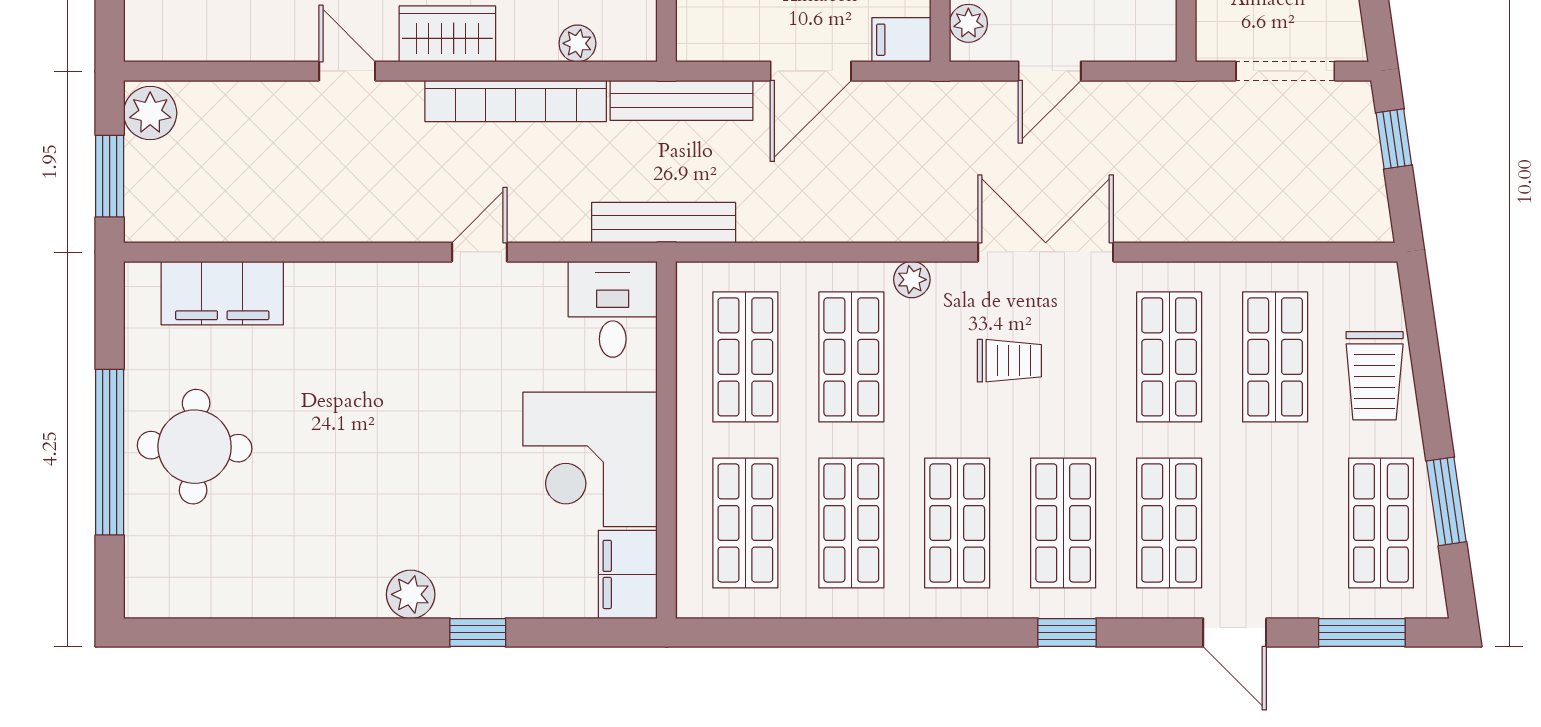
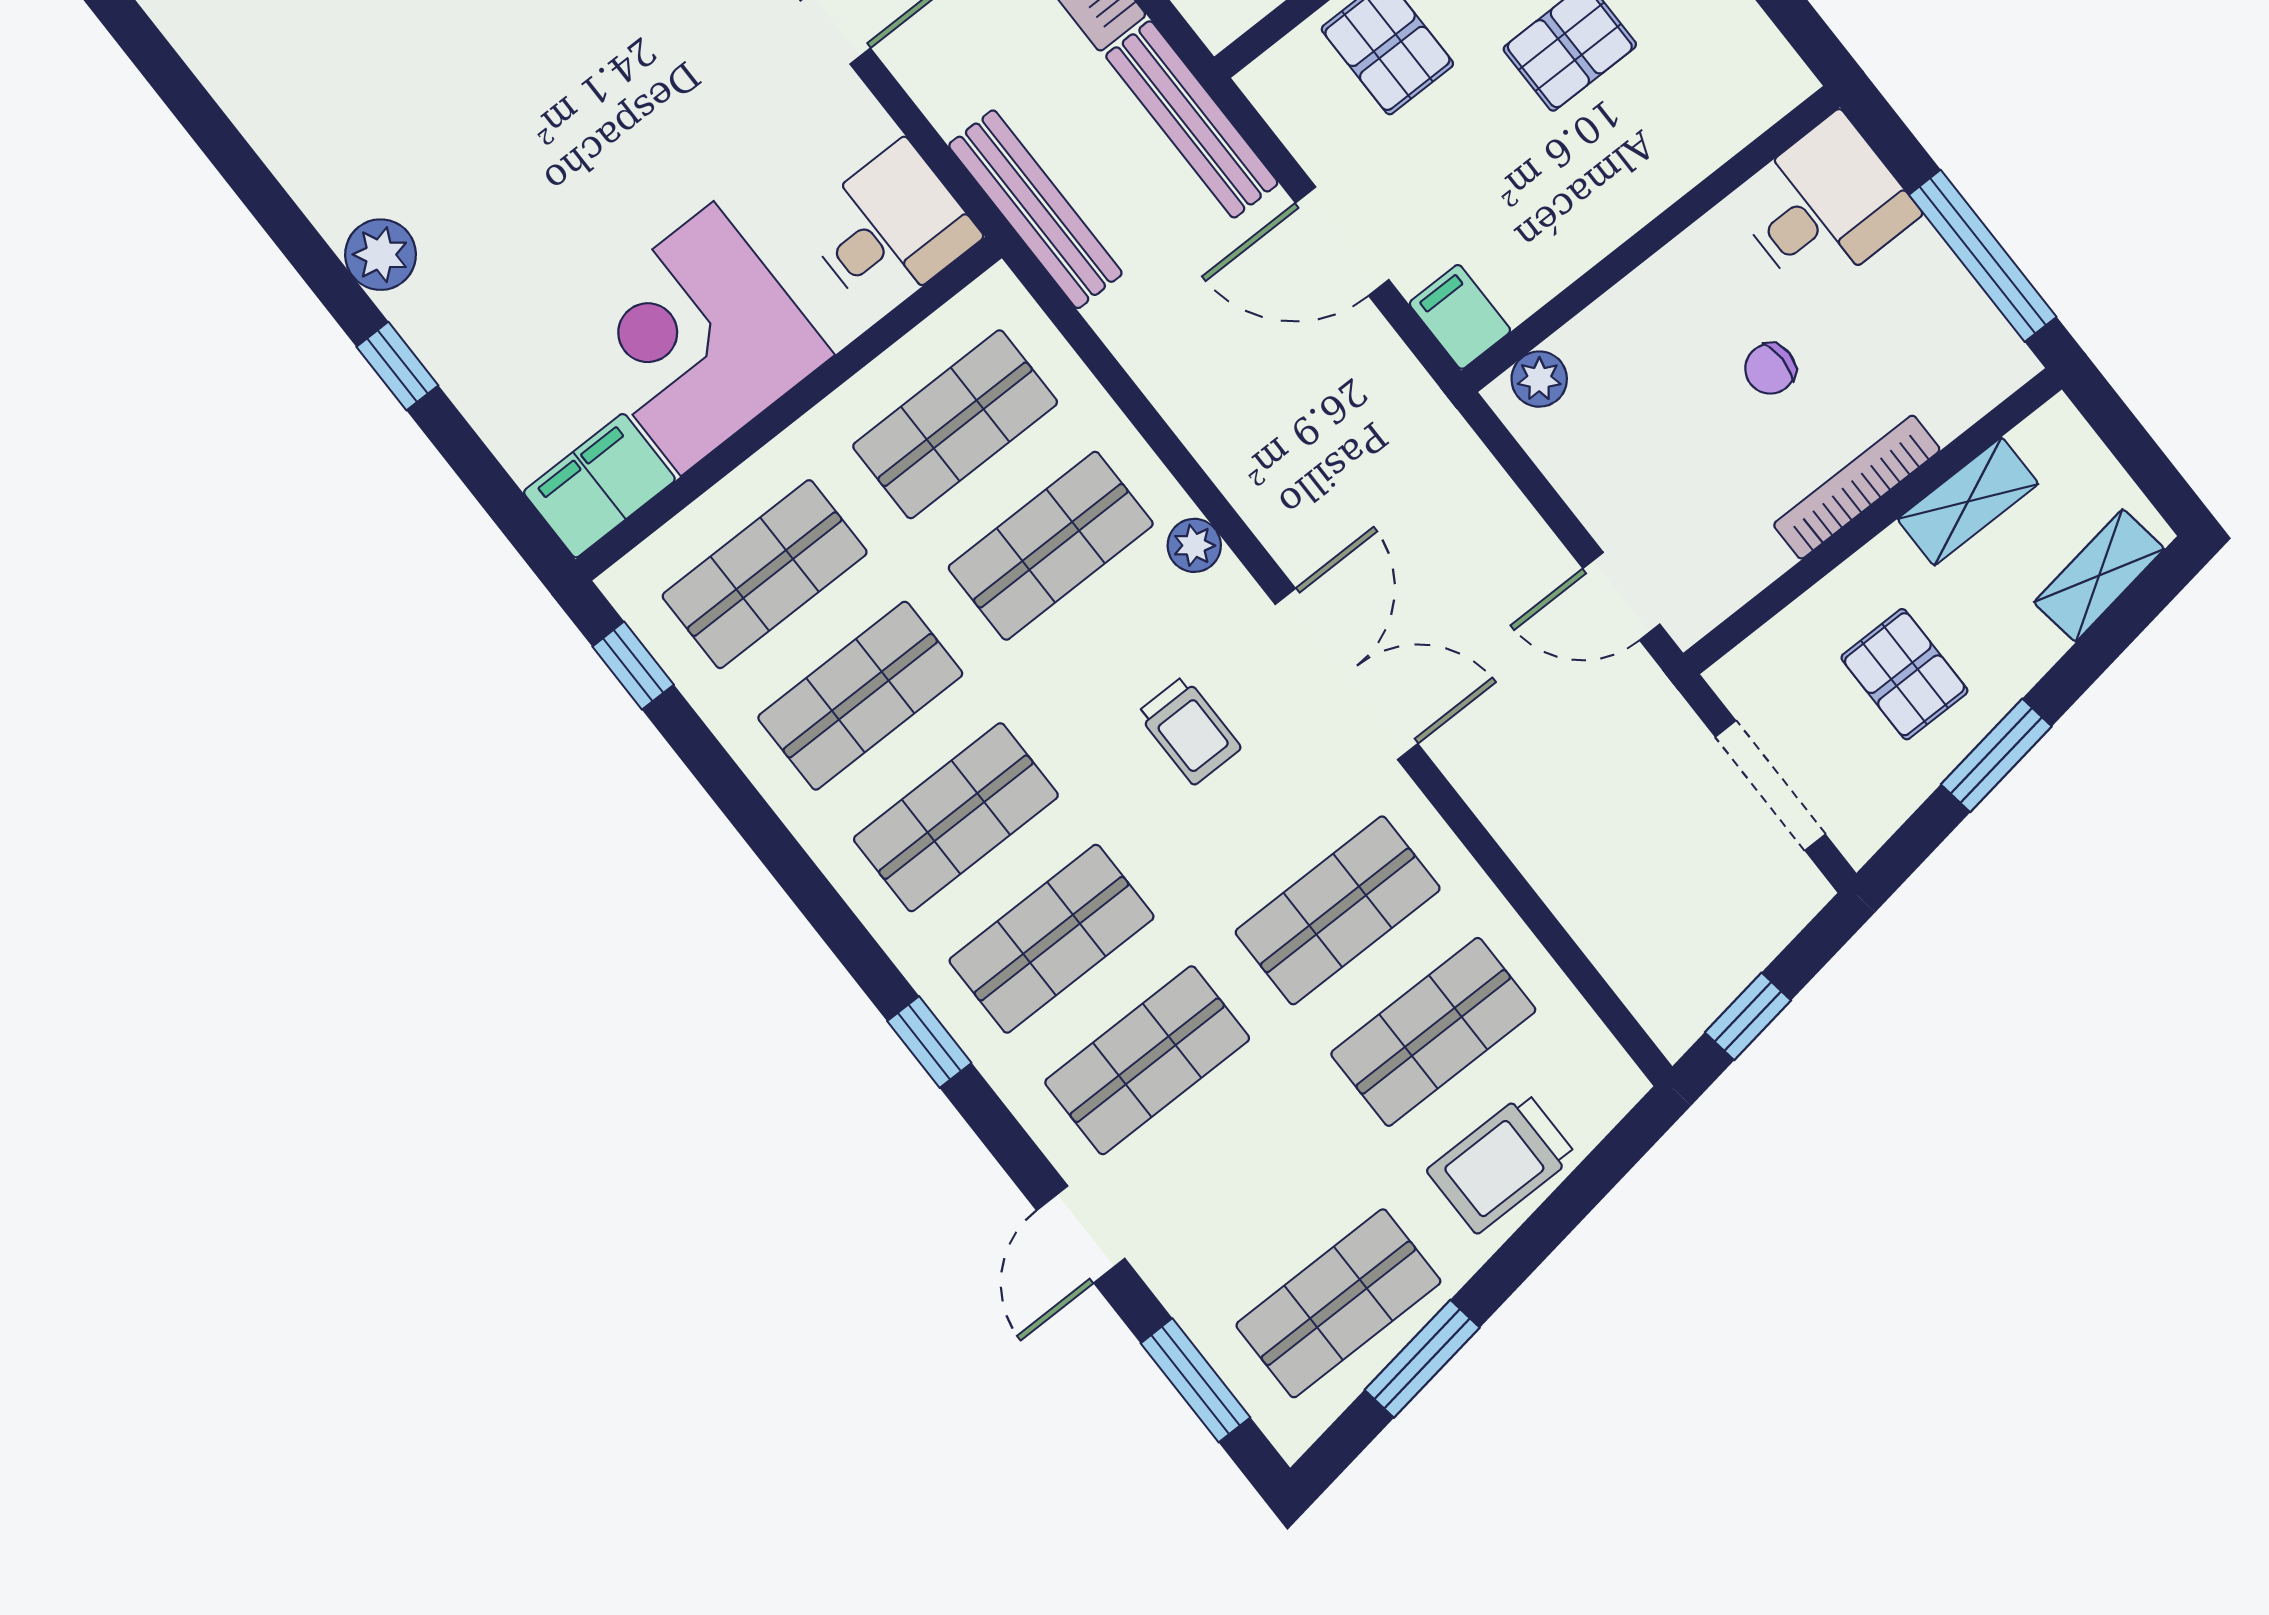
door: (1050, 71) -> (1621, 596), moved
window: (1394, 139) -> (1748, 1016), moved
window: (739, 633) -> (633, 666), added

